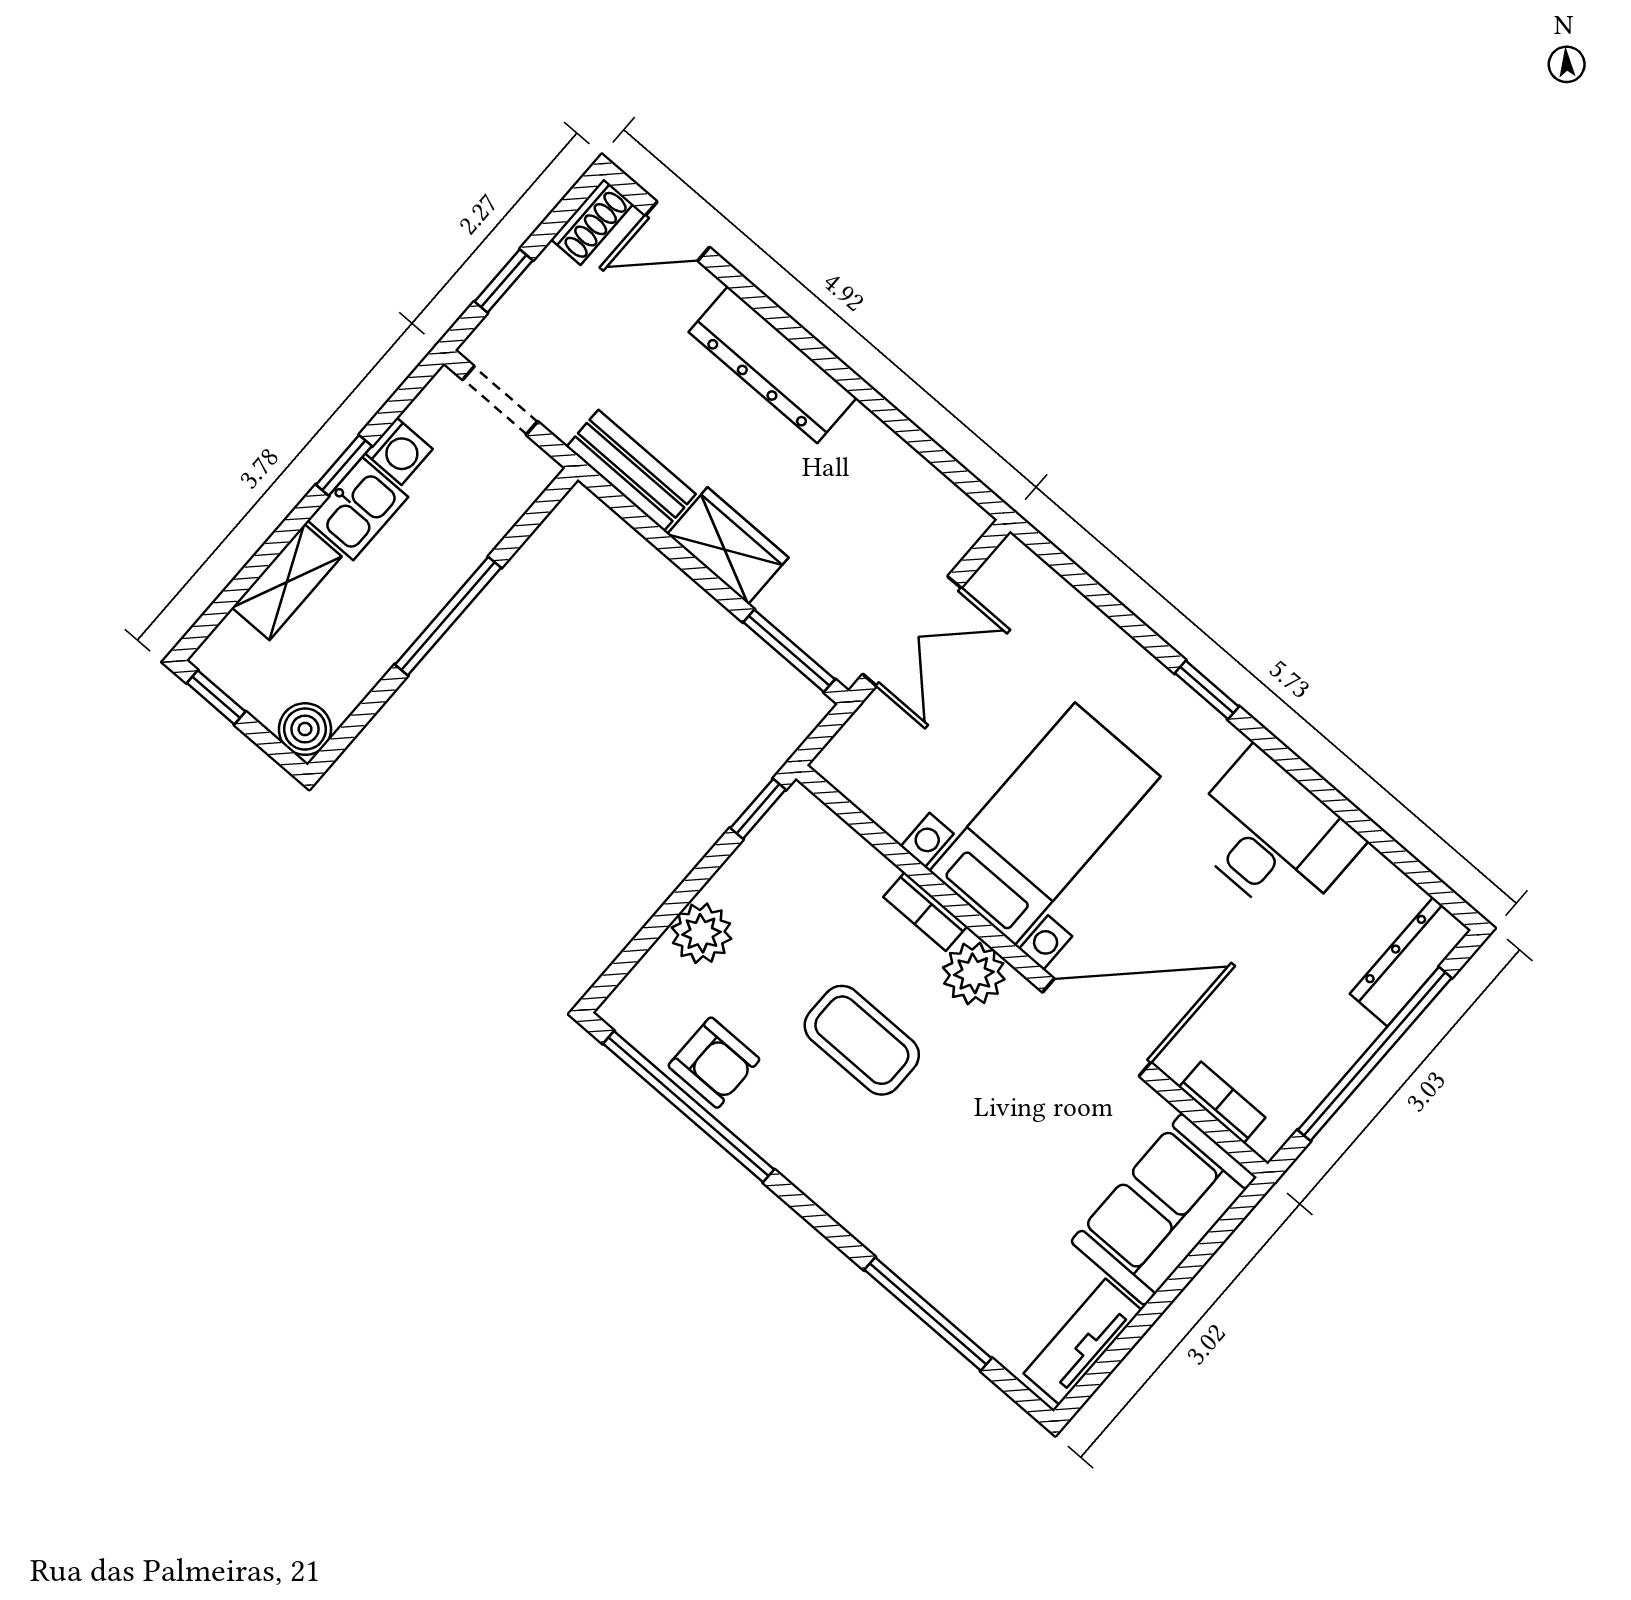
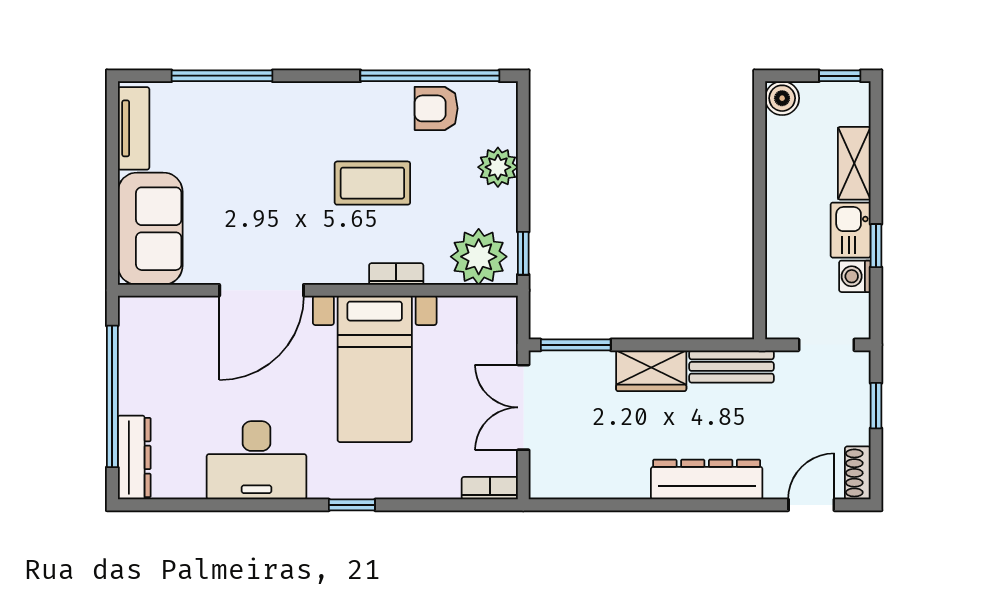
window: (448, 616) -> (760, 216), removed
plant: (974, 973) -> (479, 257), moved, width x1.36, depth x1.36
bookcase: (1222, 1102) -> (490, 488), moved, turned 180

